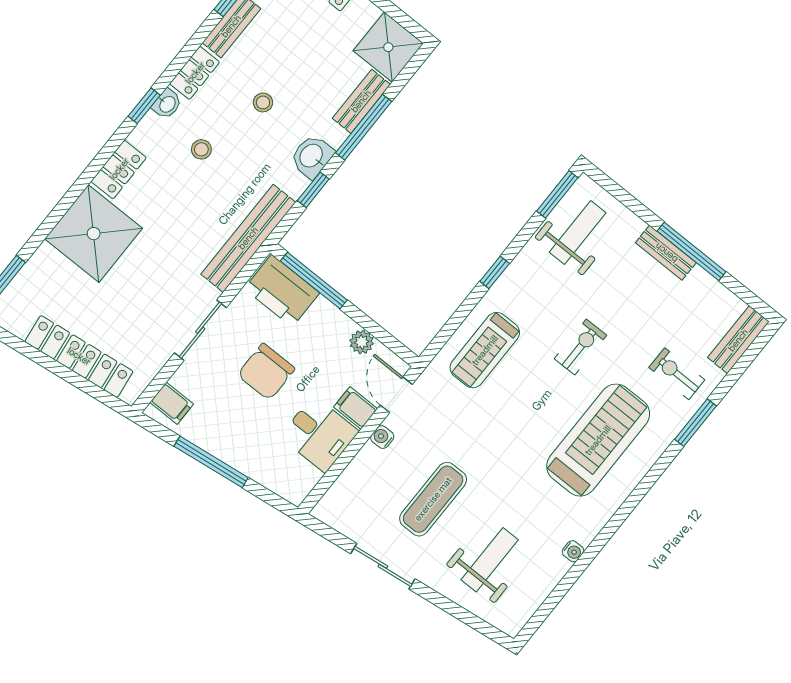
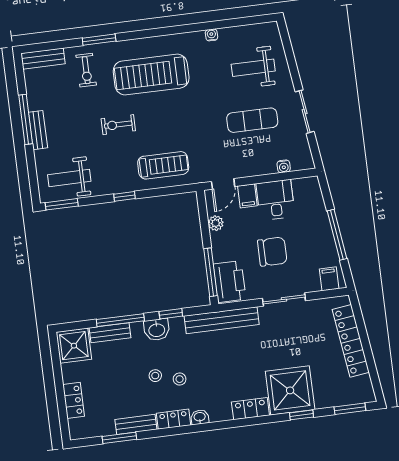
window: (144, 106) -> (302, 415), moved
stool: (201, 149) -> (180, 379), moved
water cooler: (382, 437) -> (284, 166), moved

